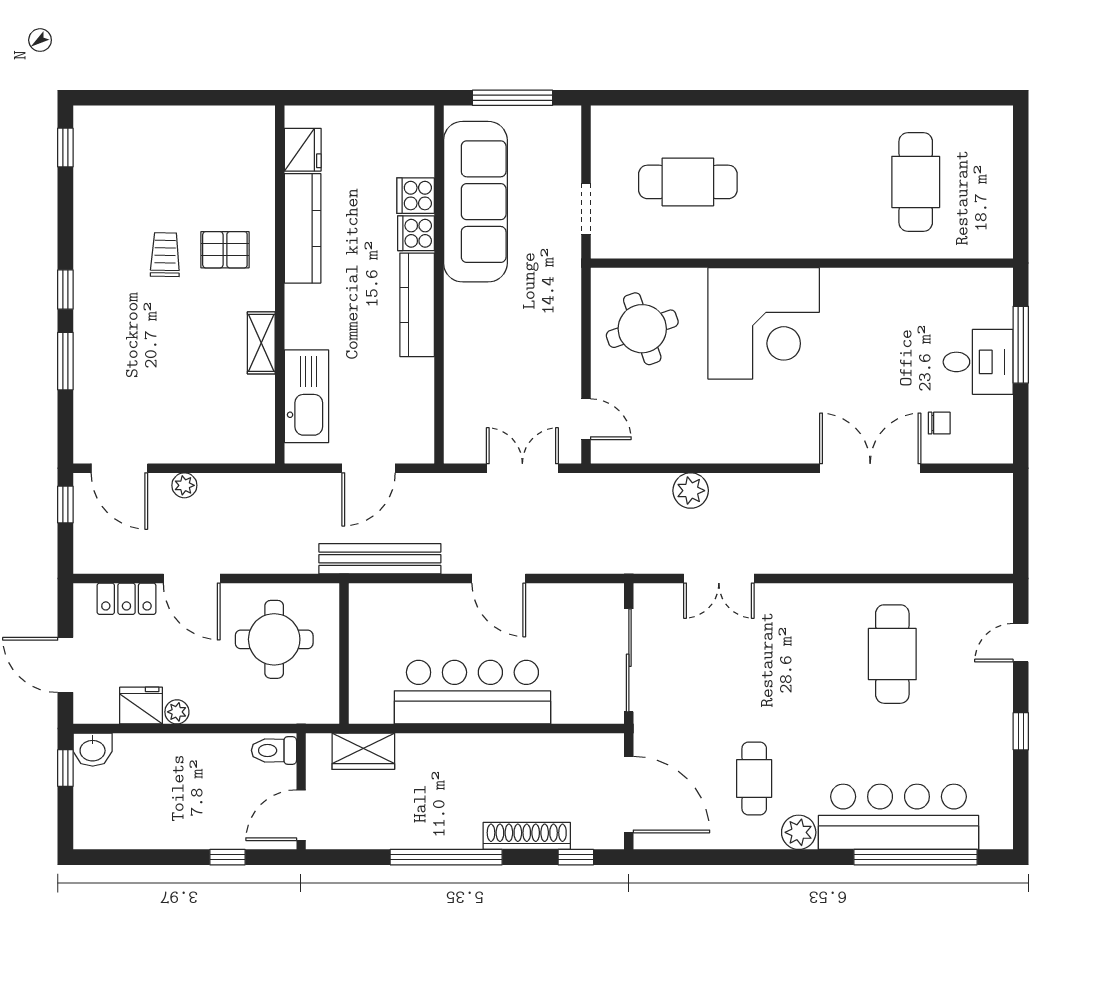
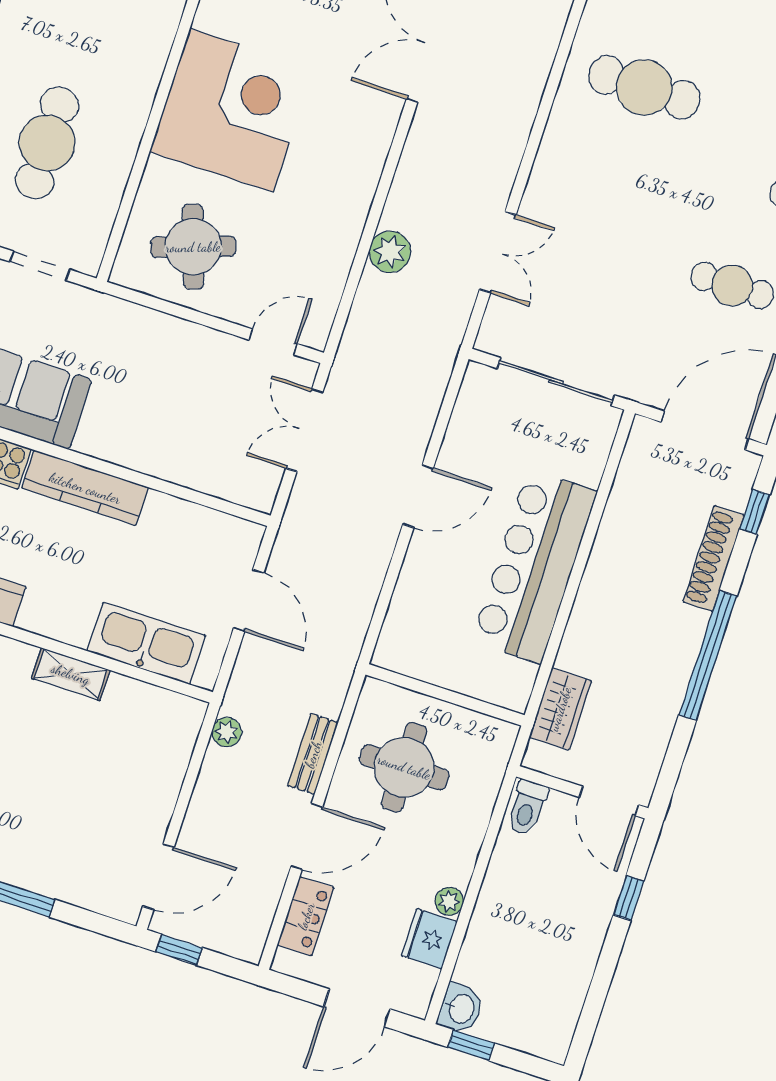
plant: (184, 485) -> (227, 732), moved
bench: (380, 559) -> (313, 754), moved, width x0.54, depth x0.82

